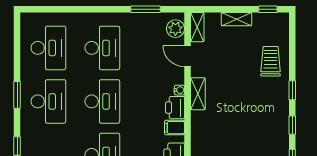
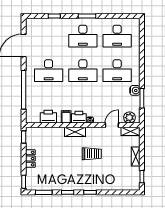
water cooler: (133, 20) -> (135, 90), added
trolley: (271, 61) -> (92, 154), moved
shelving: (198, 94) -> (75, 132), moved

